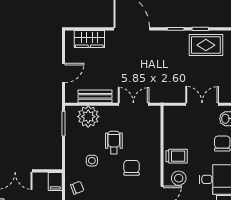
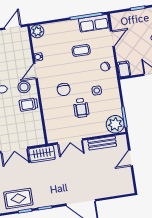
wardrobe: (89, 39) -> (42, 154), moved, turned 180
plant: (88, 117) -> (115, 124), moved

